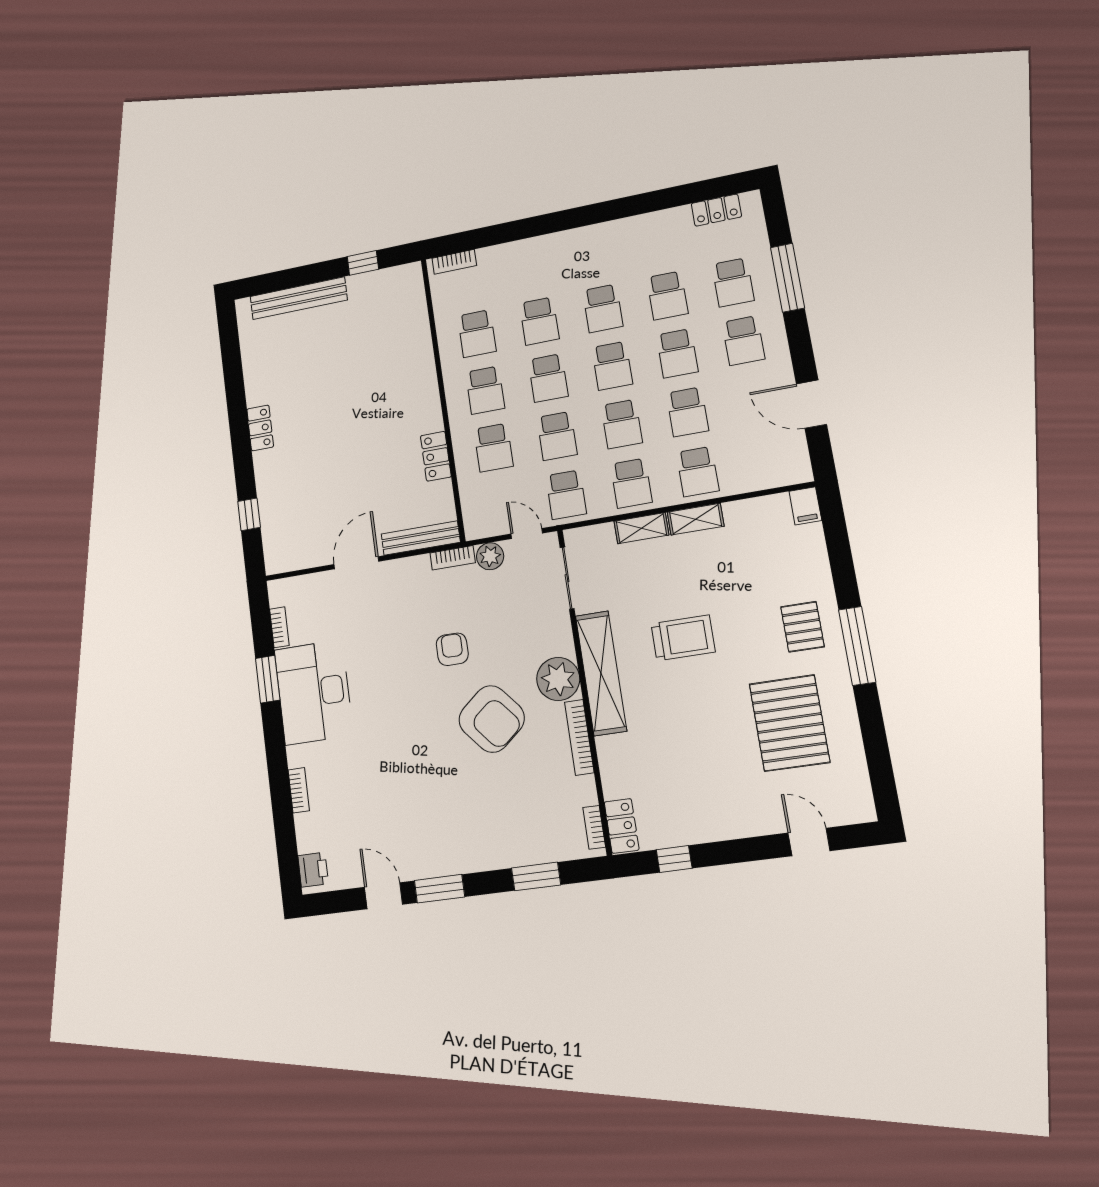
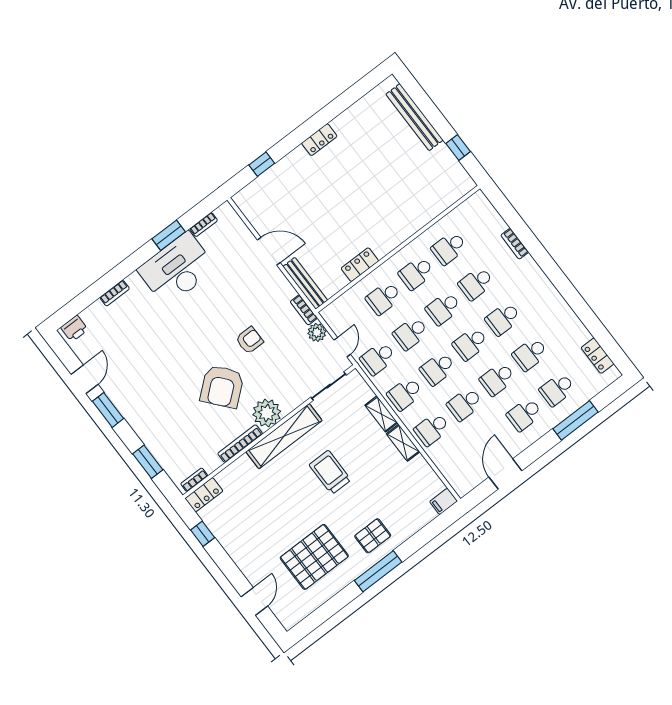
bookcase: (454, 262) -> (515, 244), moved
trolley: (683, 638) -> (330, 472), turned 180

